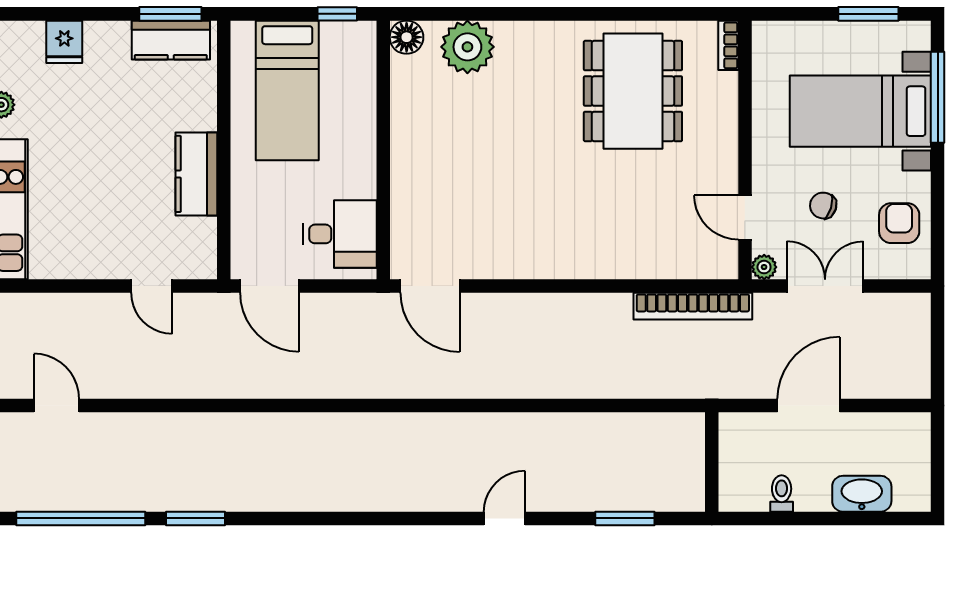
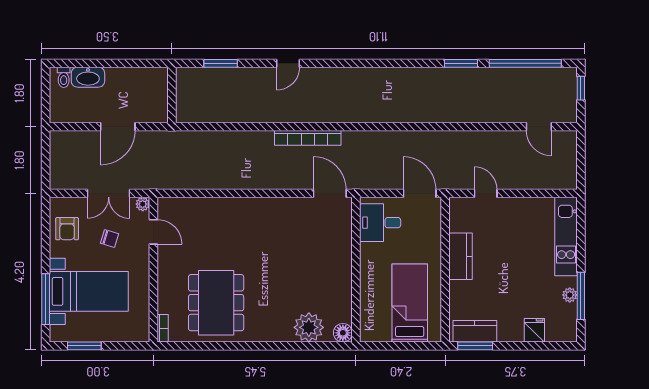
window: (337, 14) -> (382, 346), removed
bookcase: (693, 306) -> (308, 138), moved, turned 180
toilet: (782, 493) -> (64, 77), moved

